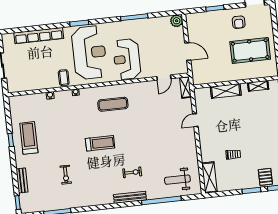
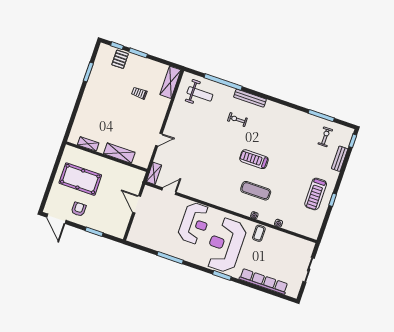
plant: (177, 21) -> (134, 237), removed
exercise mat: (113, 104) -> (256, 191), moved
exercise bike: (66, 175) -> (325, 137), moved

